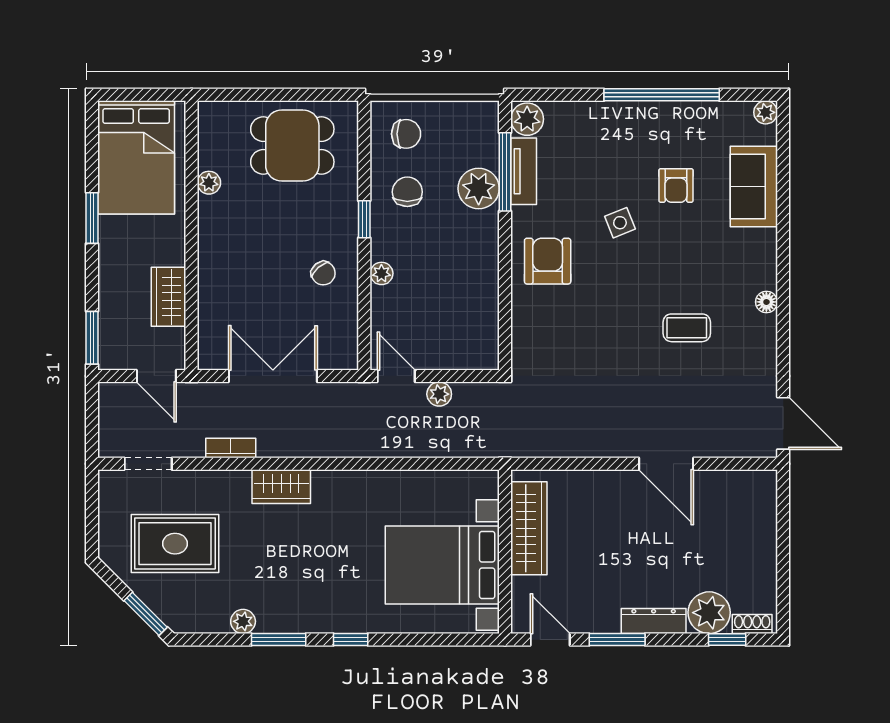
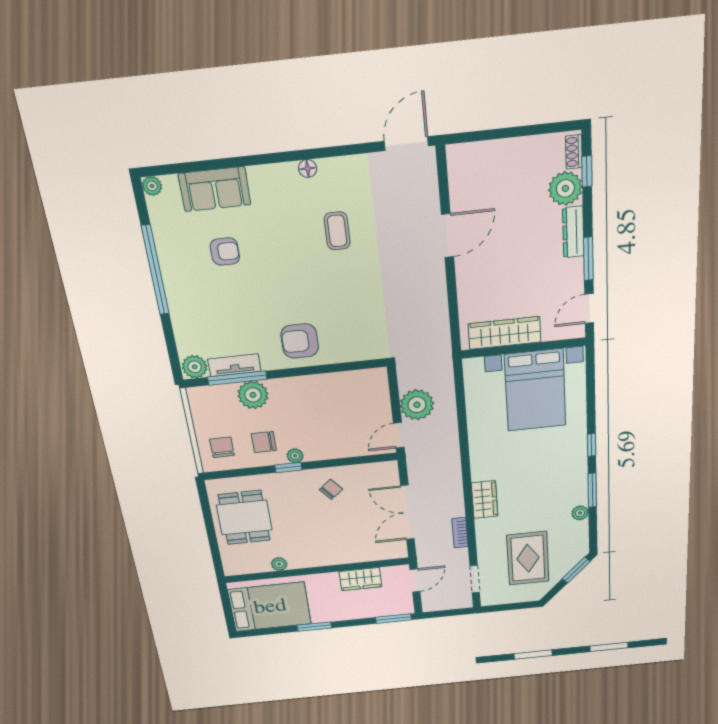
side table: (620, 223) -> (262, 291), removed
plant: (381, 273) -> (295, 456), moved
plant: (439, 394) -> (417, 405), width x1.87, depth x1.87

